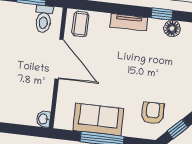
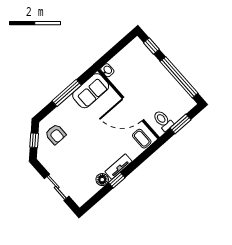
window: (162, 14) -> (117, 180), moved
floor lamp: (172, 28) -> (102, 180), moved
sofa: (98, 119) -> (91, 91), moved

